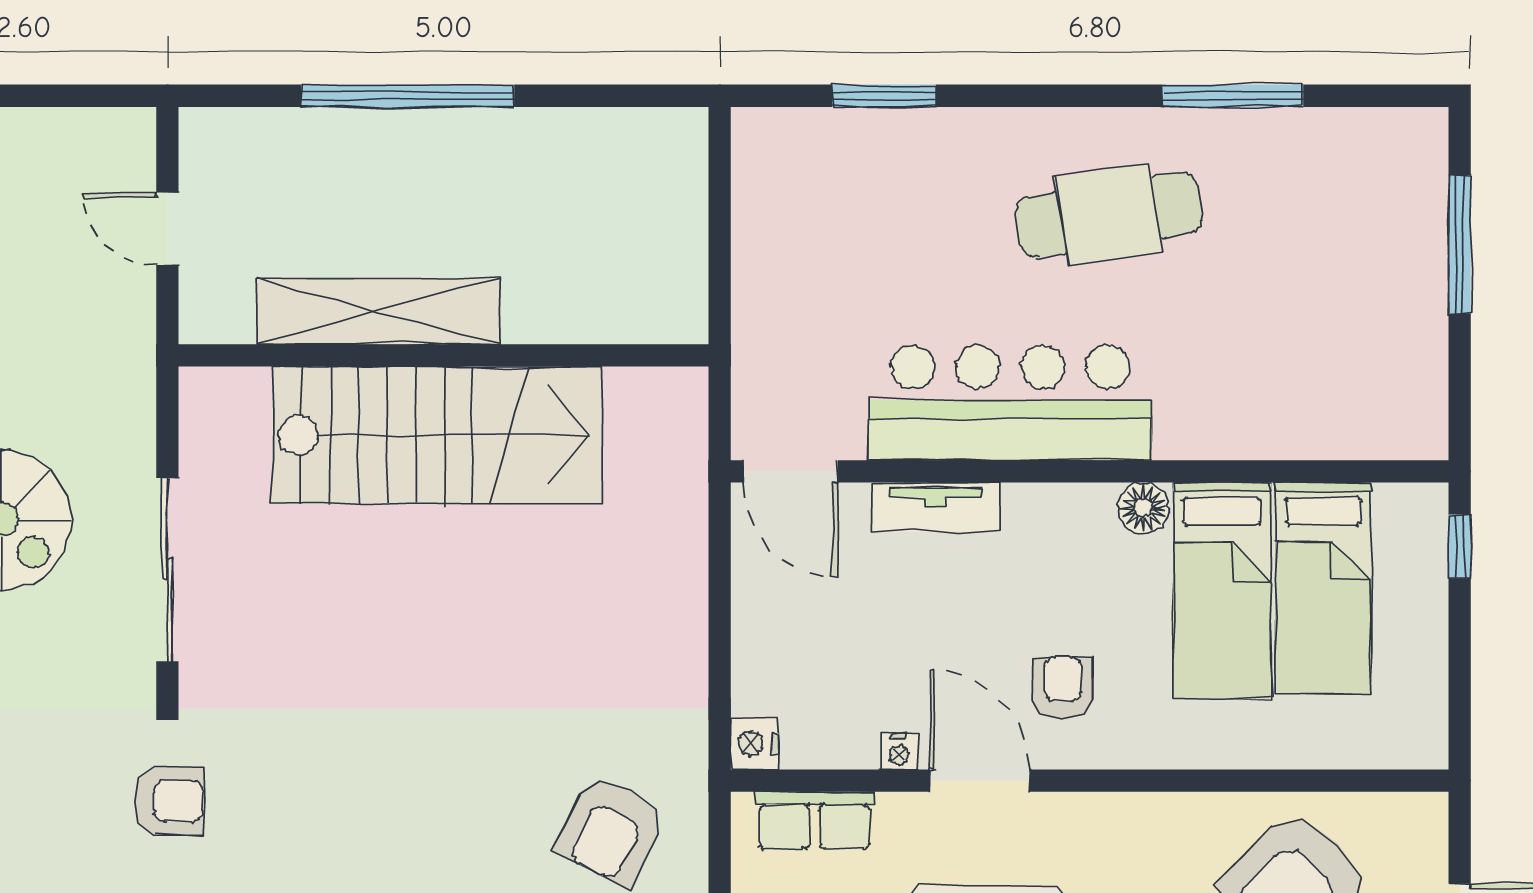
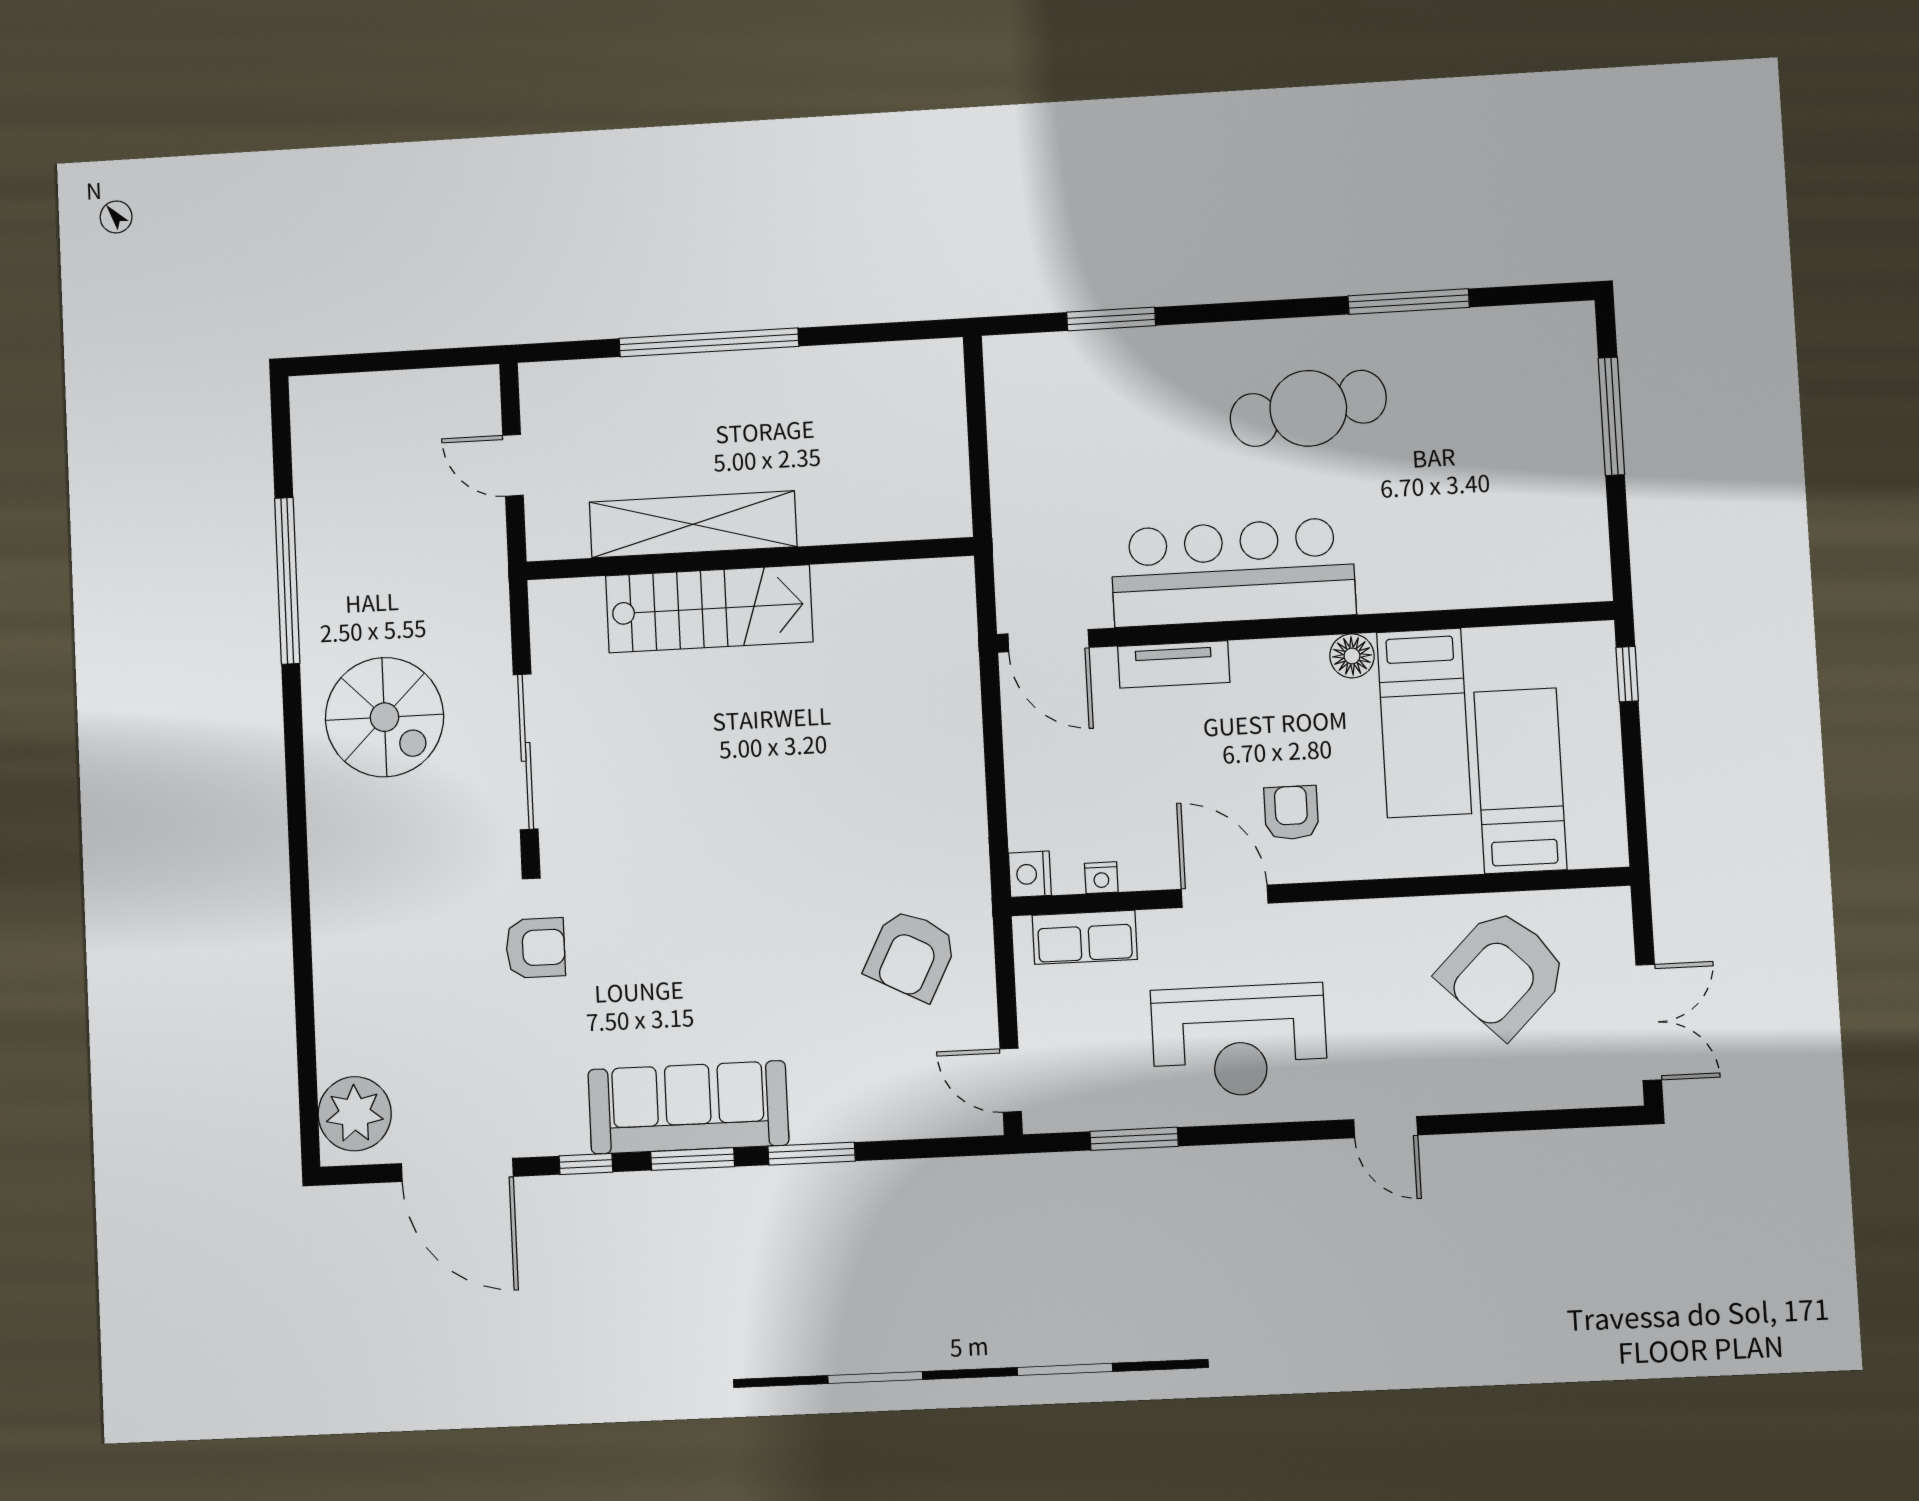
stairs: (437, 435) -> (709, 609), width x0.73, depth x0.66
bed: (1323, 588) -> (1520, 781), moved, turned 180
nightstand: (899, 752) -> (1101, 878), moved

